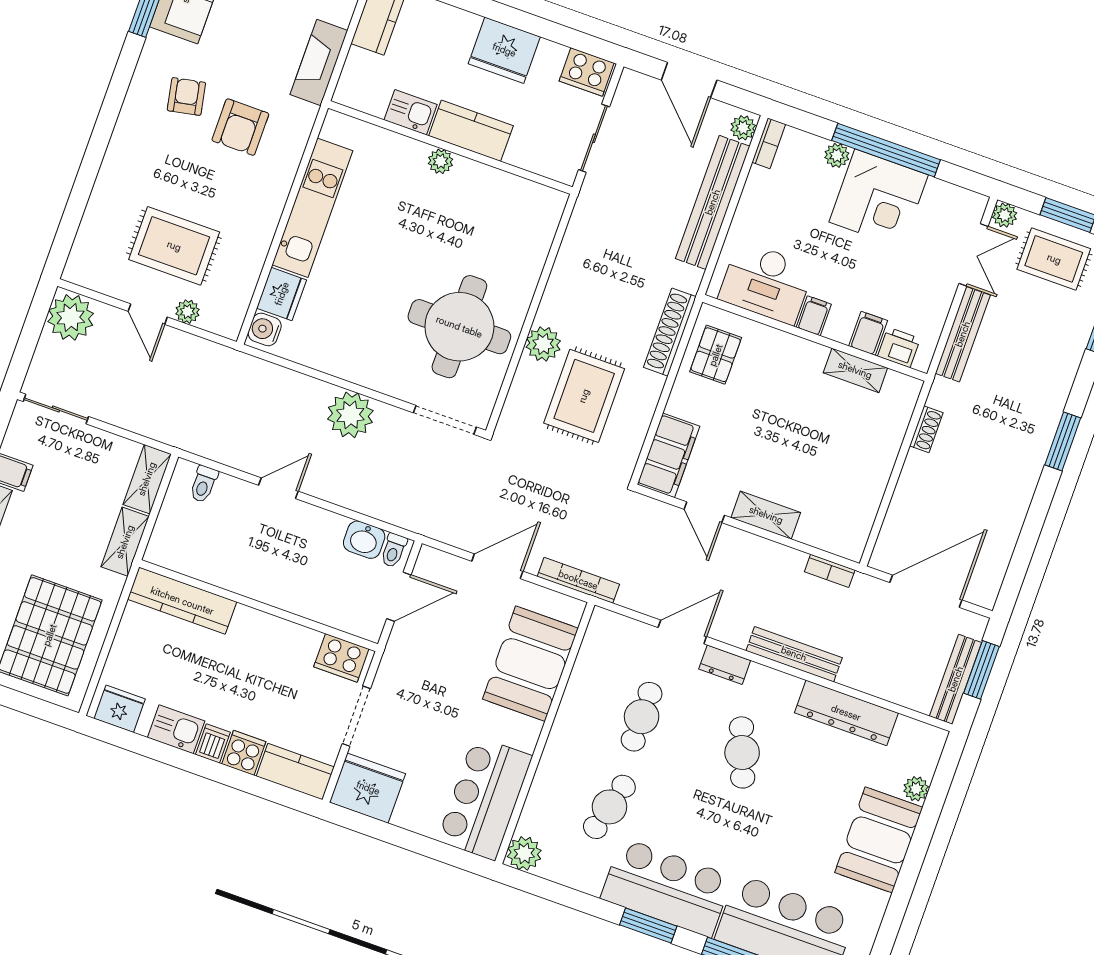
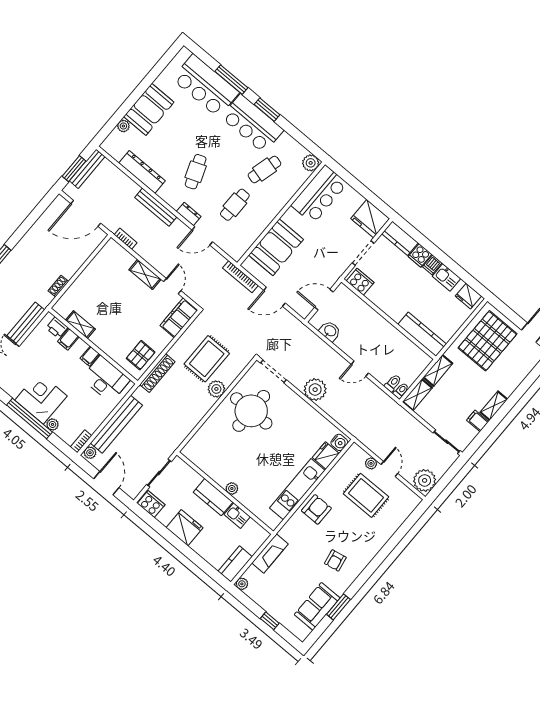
armchair: (240, 127) -> (316, 509), moved
toilet: (394, 550) -> (401, 391), moved

